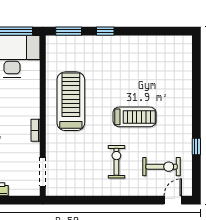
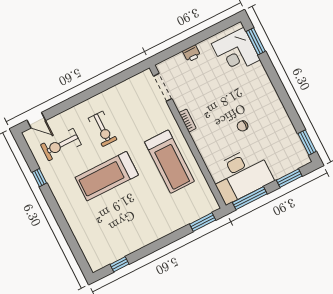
window: (105, 31) -> (119, 264), moved
treadmill: (135, 117) -> (107, 176), width x1.37, depth x1.38
door: (173, 200) -> (36, 120), hinge flipped

